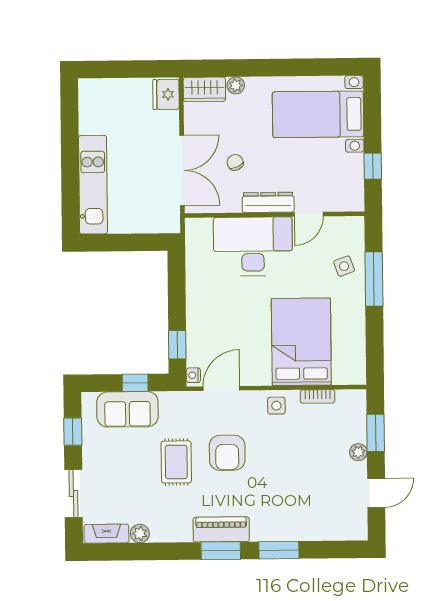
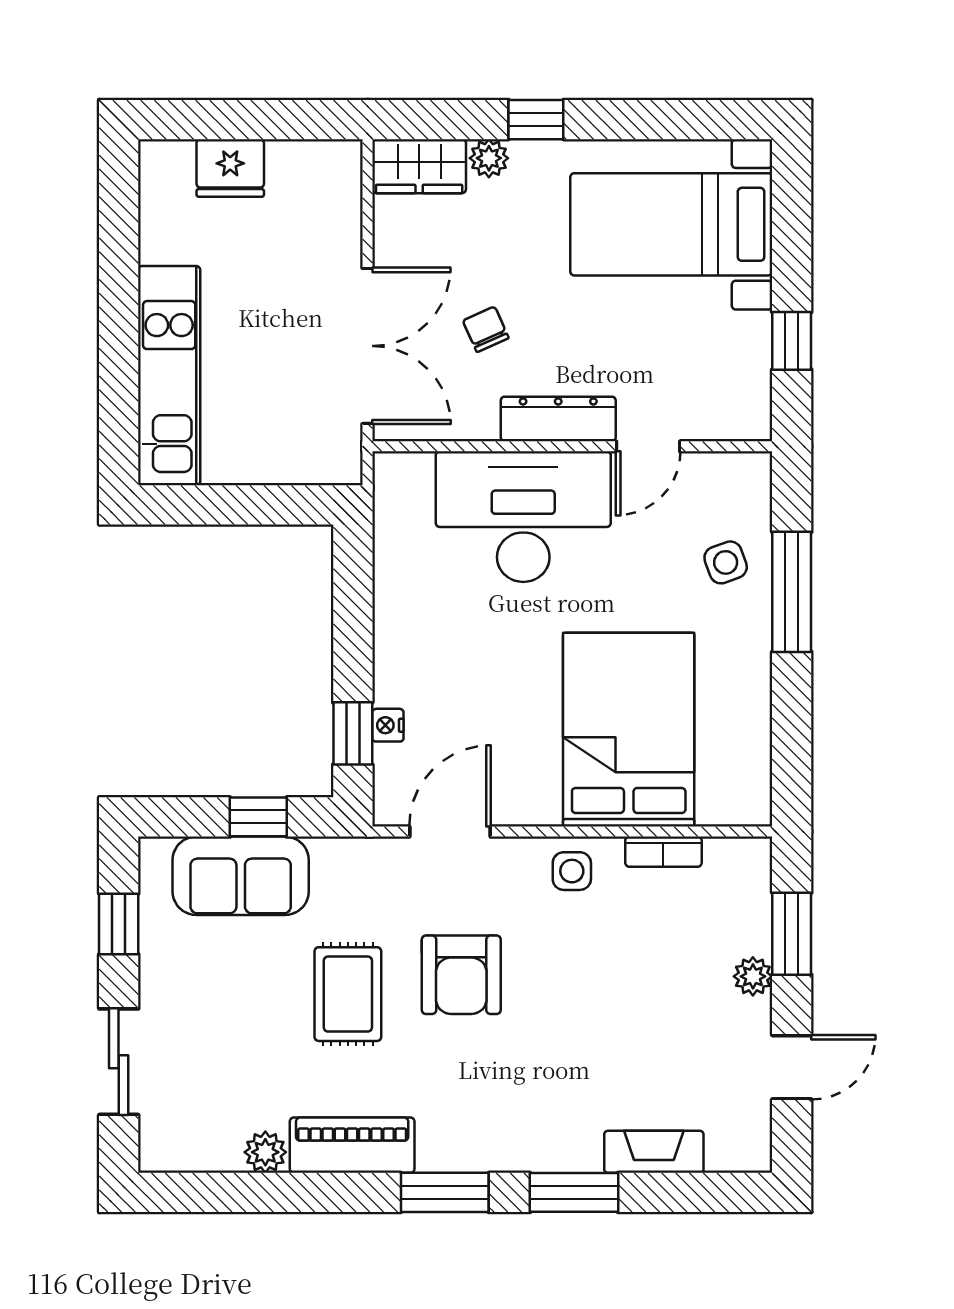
window: (257, 68) -> (536, 120), added
fridge: (166, 94) -> (230, 168), moved, turned -90
nightstand: (193, 375) -> (388, 725), moved
piano: (221, 529) -> (352, 1145), moved
fireplace: (106, 534) -> (654, 1152), moved

